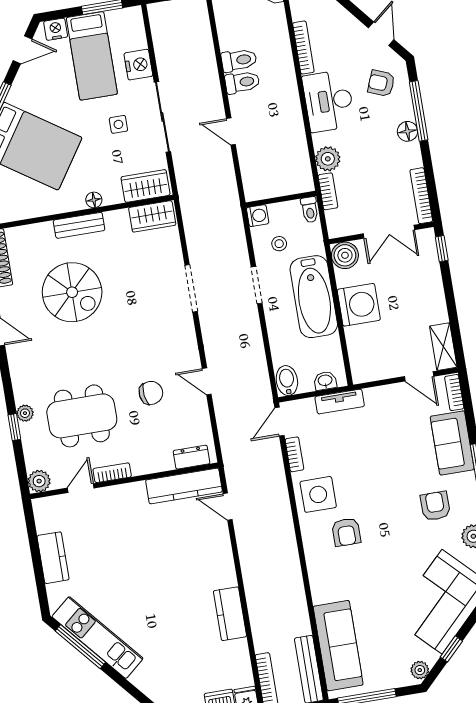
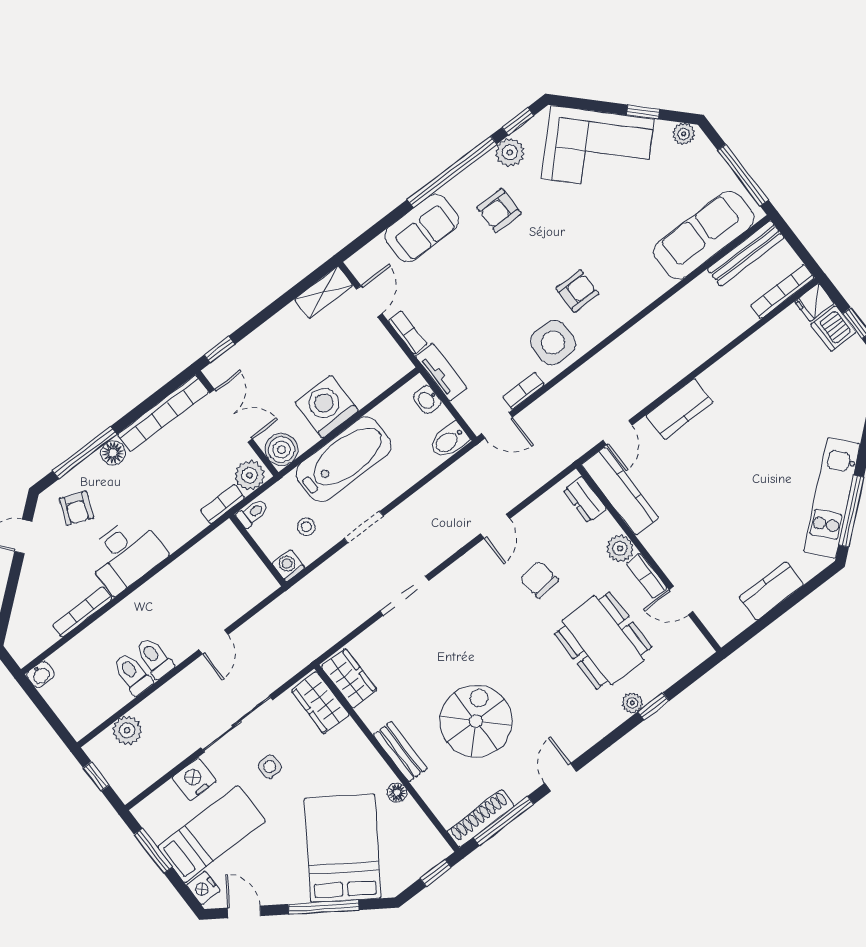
plant: (200, 35) -> (127, 730), added
plant: (328, 159) -> (250, 475), moved
bookcase: (421, 196) -> (163, 413), width x1.48, depth x1.31
floor lamp: (94, 200) -> (397, 793), moved
bookcase: (454, 393) -> (408, 332), moved, turned -90
plant: (39, 481) -> (620, 548), moved
kitchen counter: (230, 614) -> (679, 409), moved

